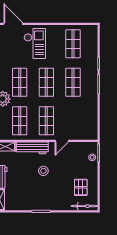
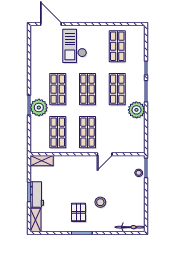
checkout: (35, 43) -> (75, 46), turned 180
plant: (90, 101) -> (136, 110), added
workbench: (32, 148) -> (72, 162), removed
stool: (43, 171) -> (100, 202), moved
pallet: (81, 187) -> (78, 212), moved

